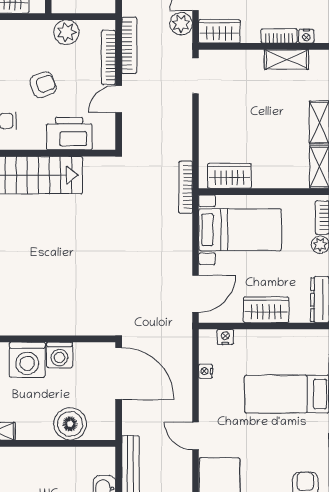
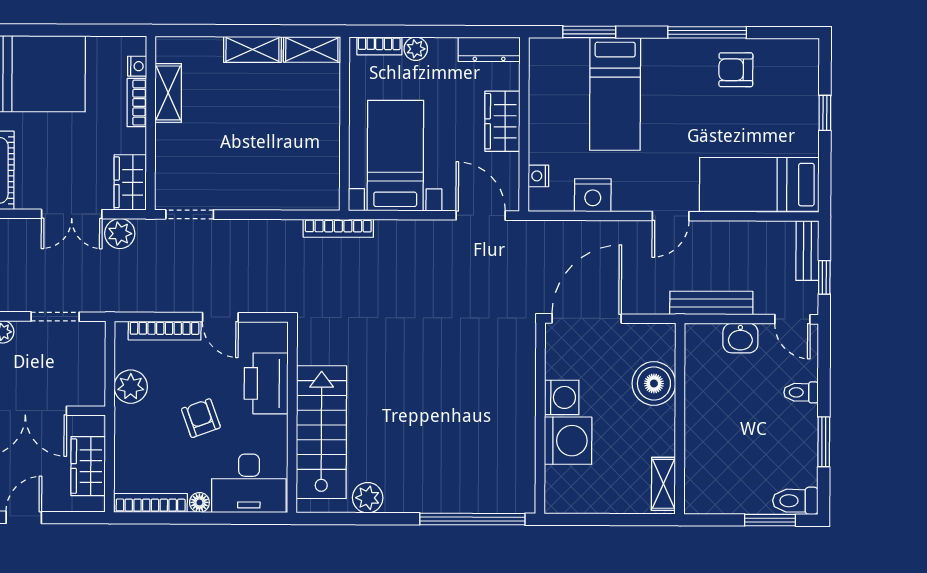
bookcase: (129, 45) -> (149, 303), removed
wardrobe: (230, 176) -> (323, 169), removed
nightstand: (206, 371) -> (593, 195), width x1.89, depth x1.79

